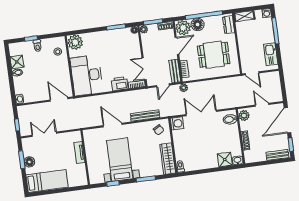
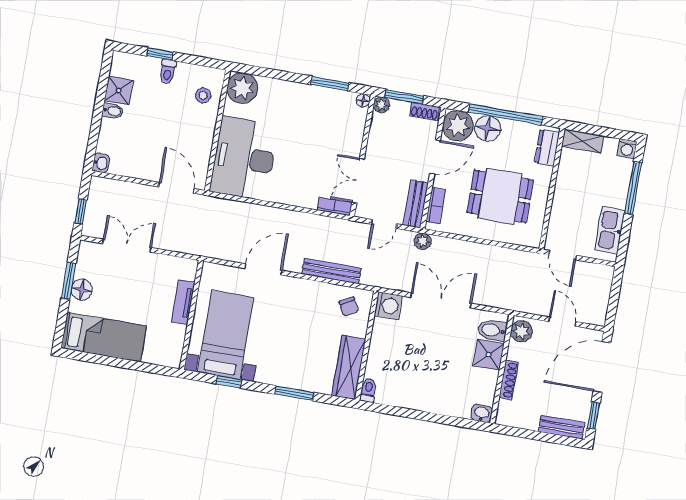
printer: (120, 84) -> (302, 195), removed
door: (112, 125) -> (263, 269), hinge flipped
bed with nightstands: (120, 160) -> (226, 335), moved
shower: (225, 160) -> (489, 355), moved

